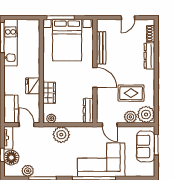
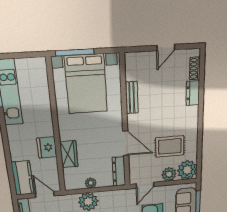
bench: (101, 48) -> (132, 98), width x0.73
dresser: (149, 56) -> (193, 93), width x0.70
door: (95, 77) -> (126, 143), moved
plant: (51, 118) -> (91, 183), moved
door: (110, 125) -> (145, 185), hinge flipped

